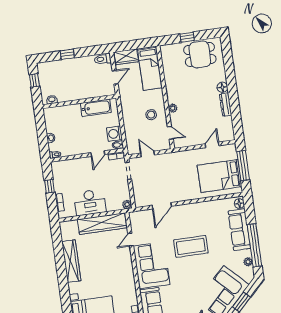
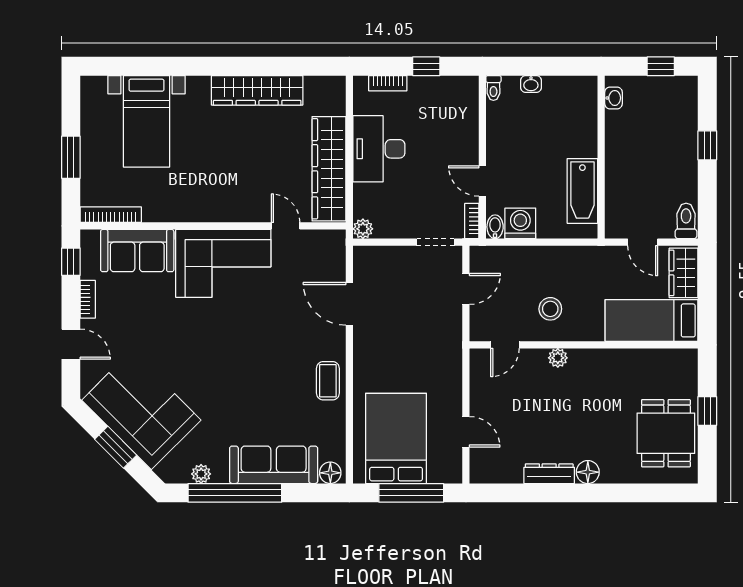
coffee table: (191, 246) -> (328, 381), moved, width x0.54, depth x0.58

